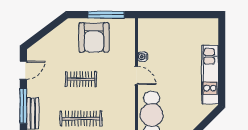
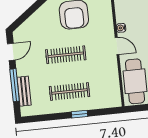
clothes rail: (81, 79) -> (66, 55), width x1.36

